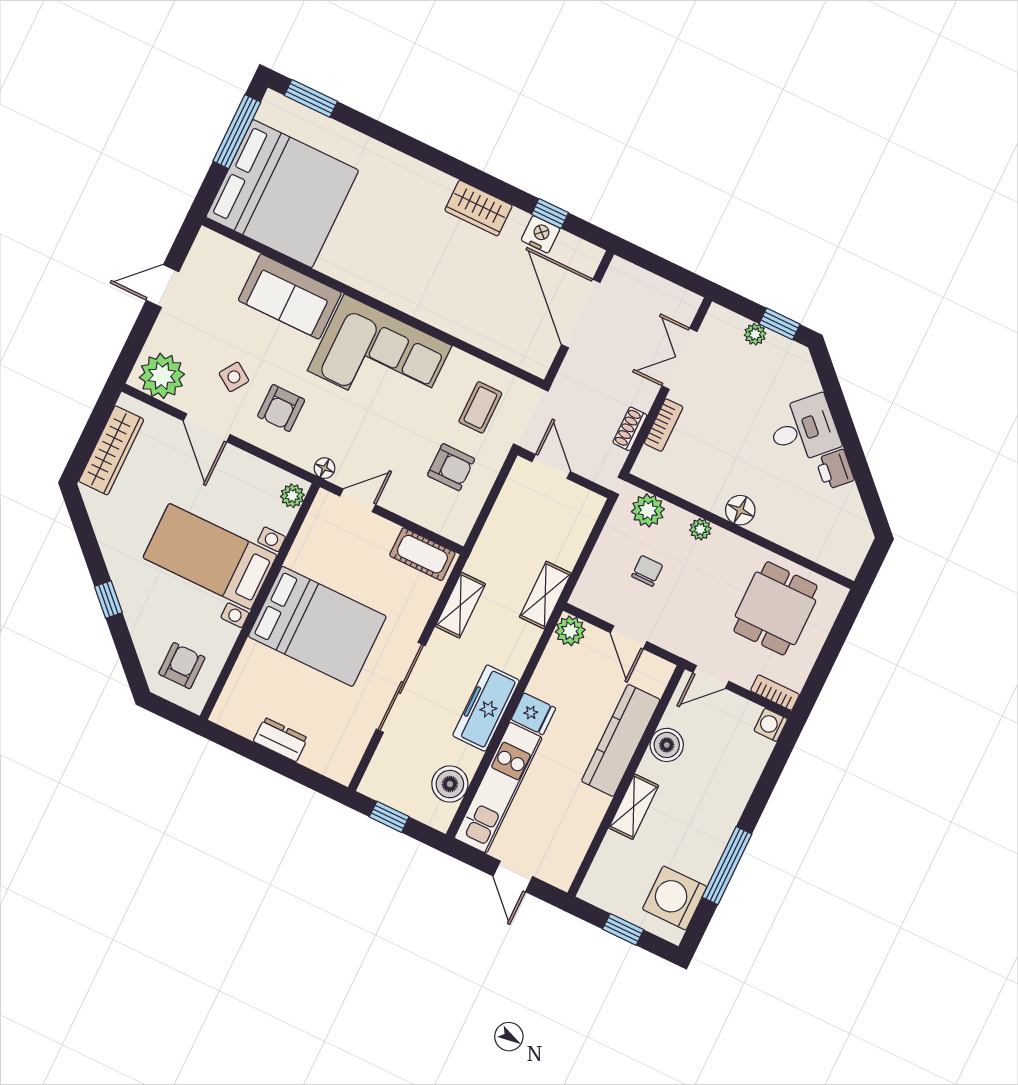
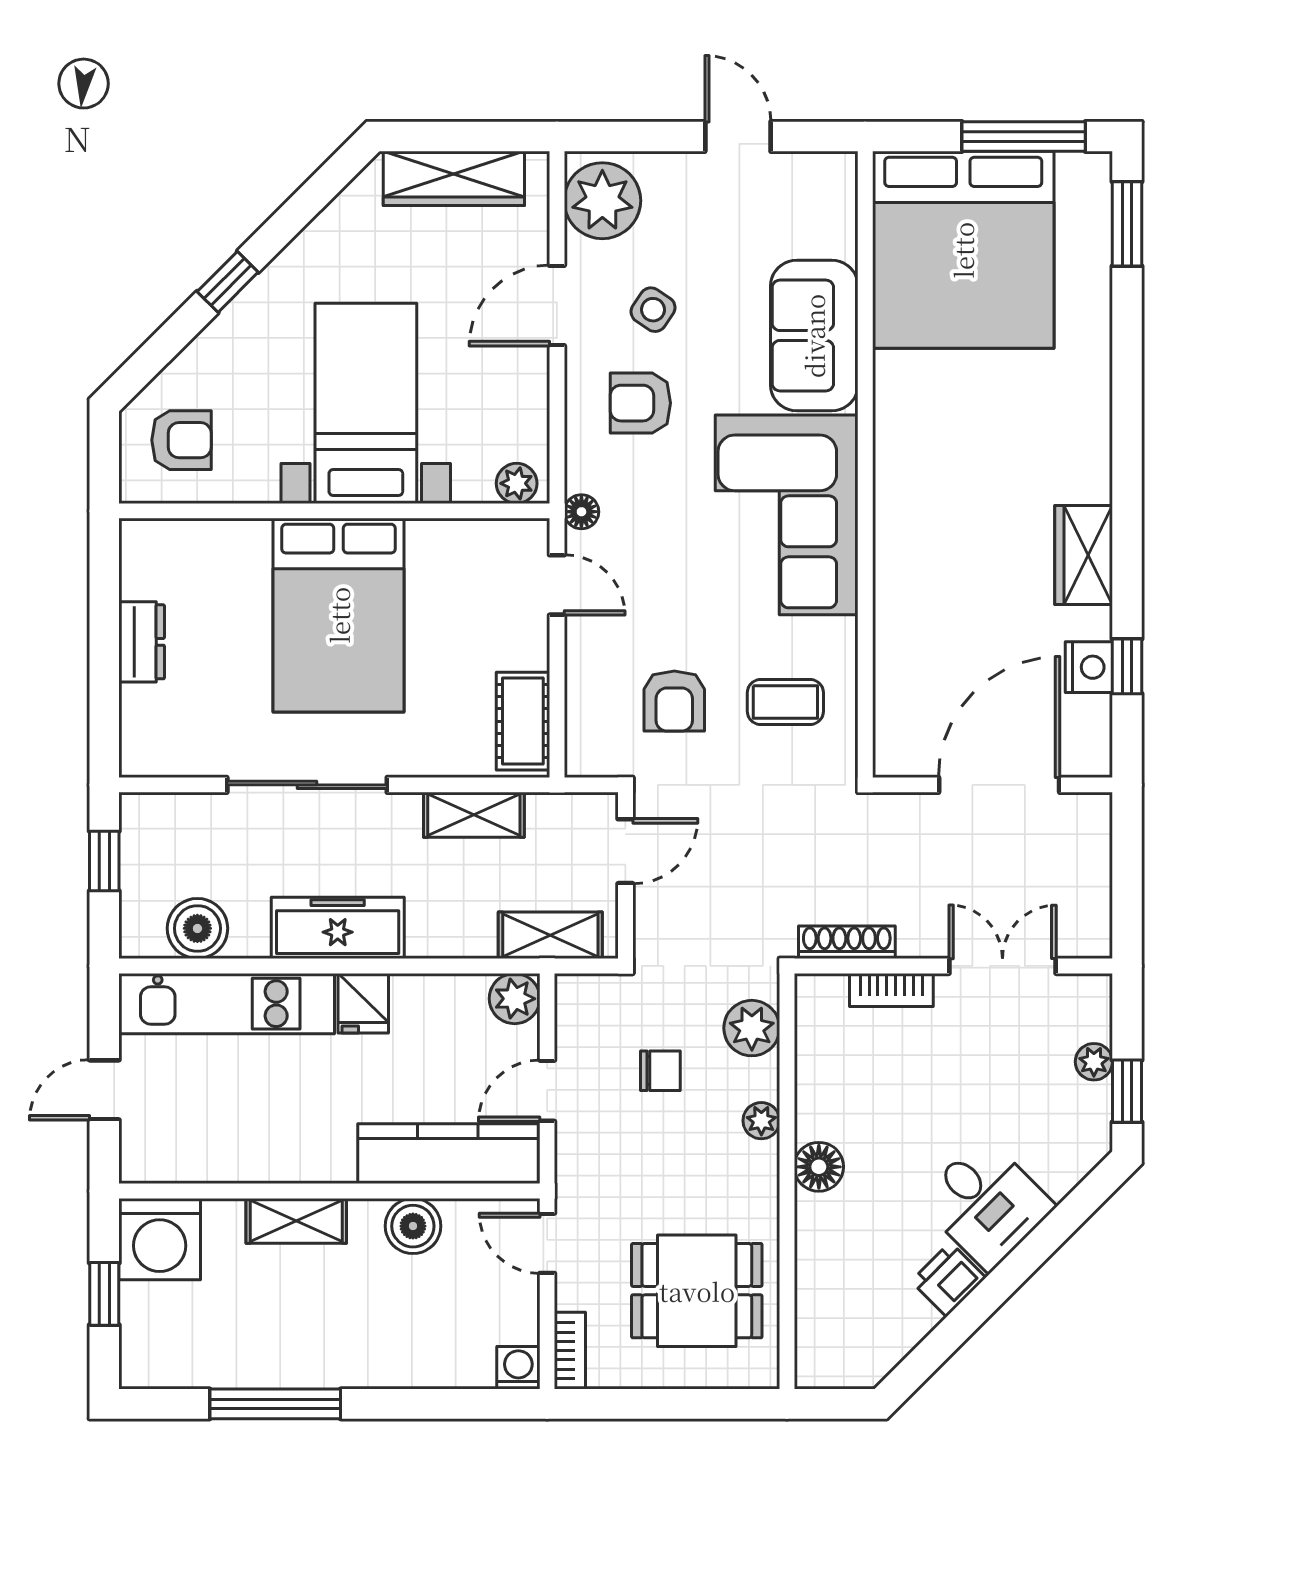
shoe rack: (630, 429) -> (847, 942), width x1.43
door: (551, 467) -> (625, 851), moved
wall: (564, 473) -> (625, 875), moved
kitchen counter: (621, 740) -> (448, 1154), moved
washing machine: (675, 898) -> (160, 1239), moved, turned 180

